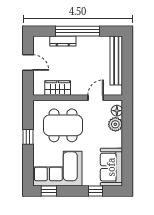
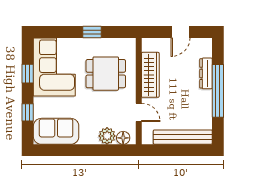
wardrobe: (58, 88) -> (150, 75), width x1.50
dining table: (63, 125) -> (106, 74), width x0.73
window: (49, 191) -> (28, 74), moved

